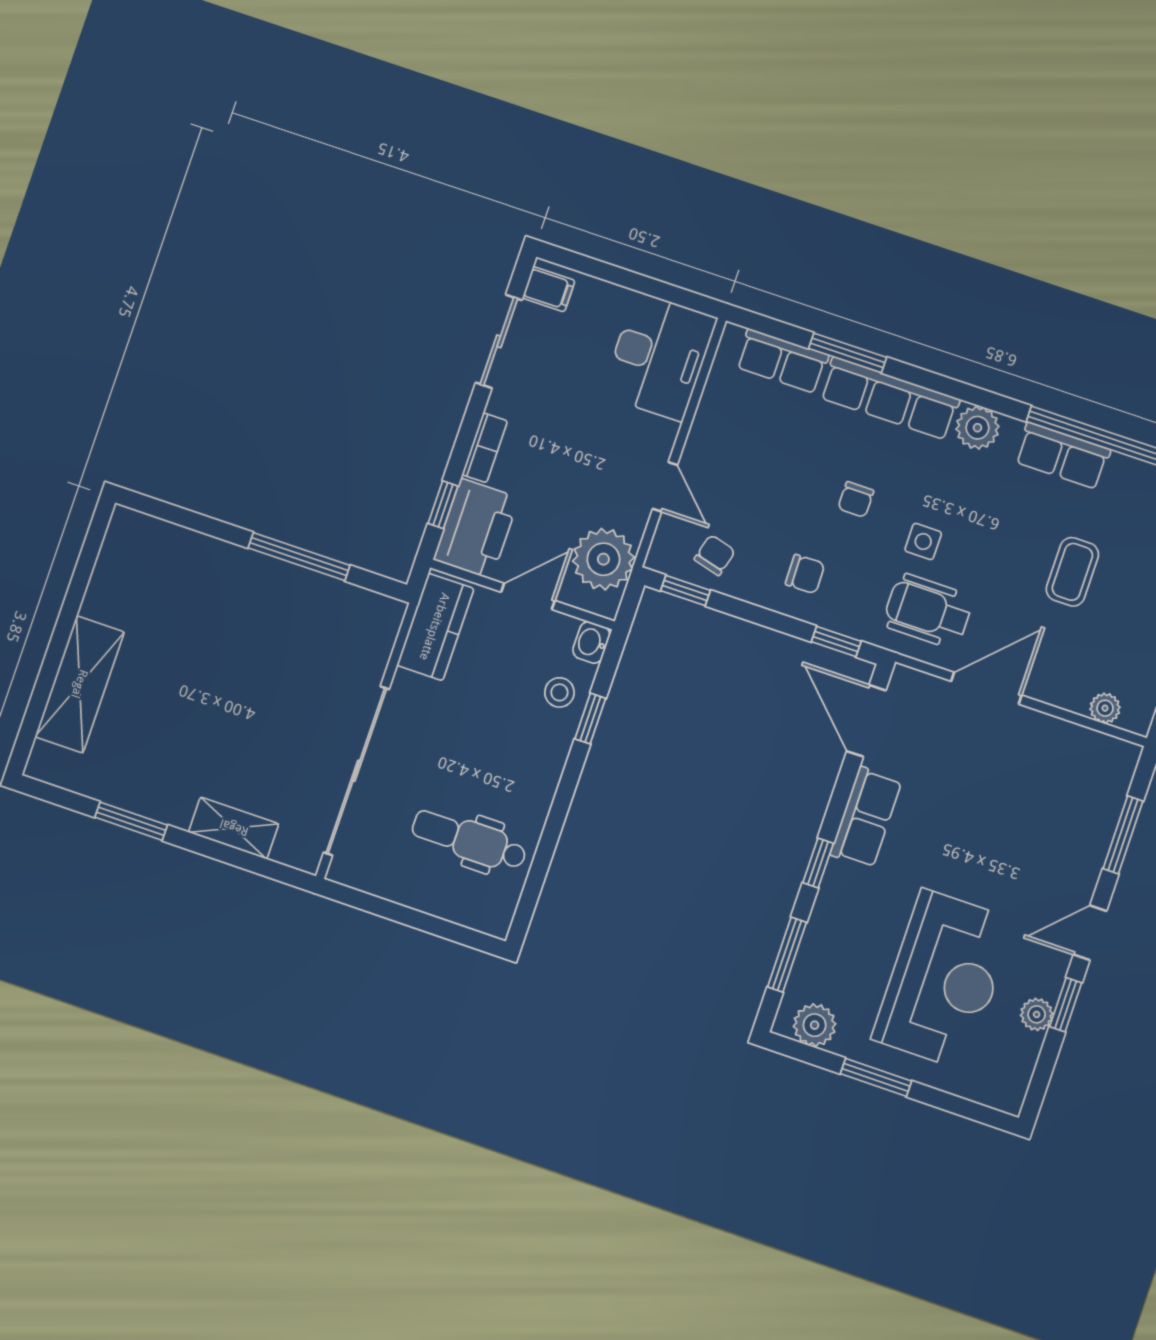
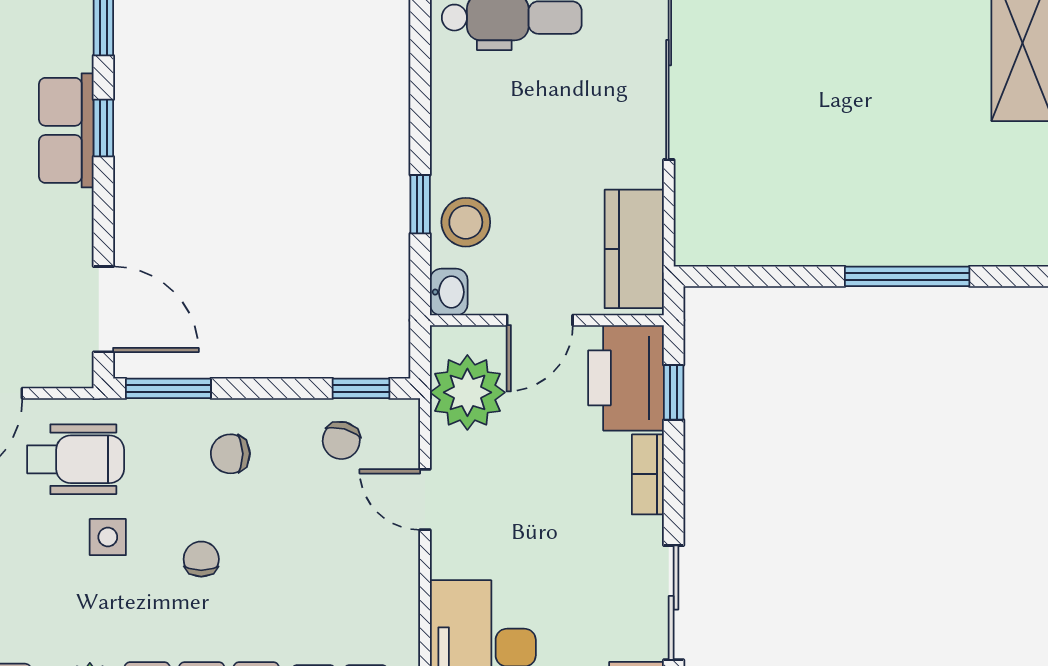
window: (299, 557) -> (907, 276), moved
window: (836, 642) -> (168, 388), width x1.50
stool: (559, 692) -> (466, 222), width x1.37, depth x1.37
row of seats: (866, 818) -> (66, 130), moved

